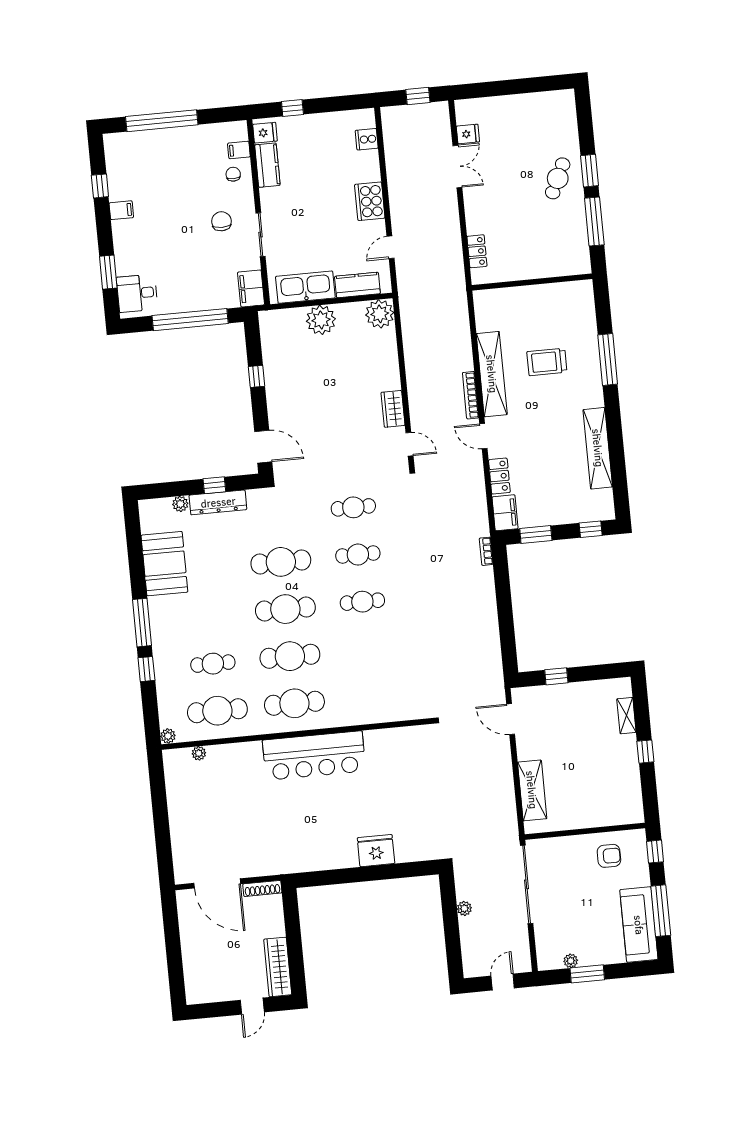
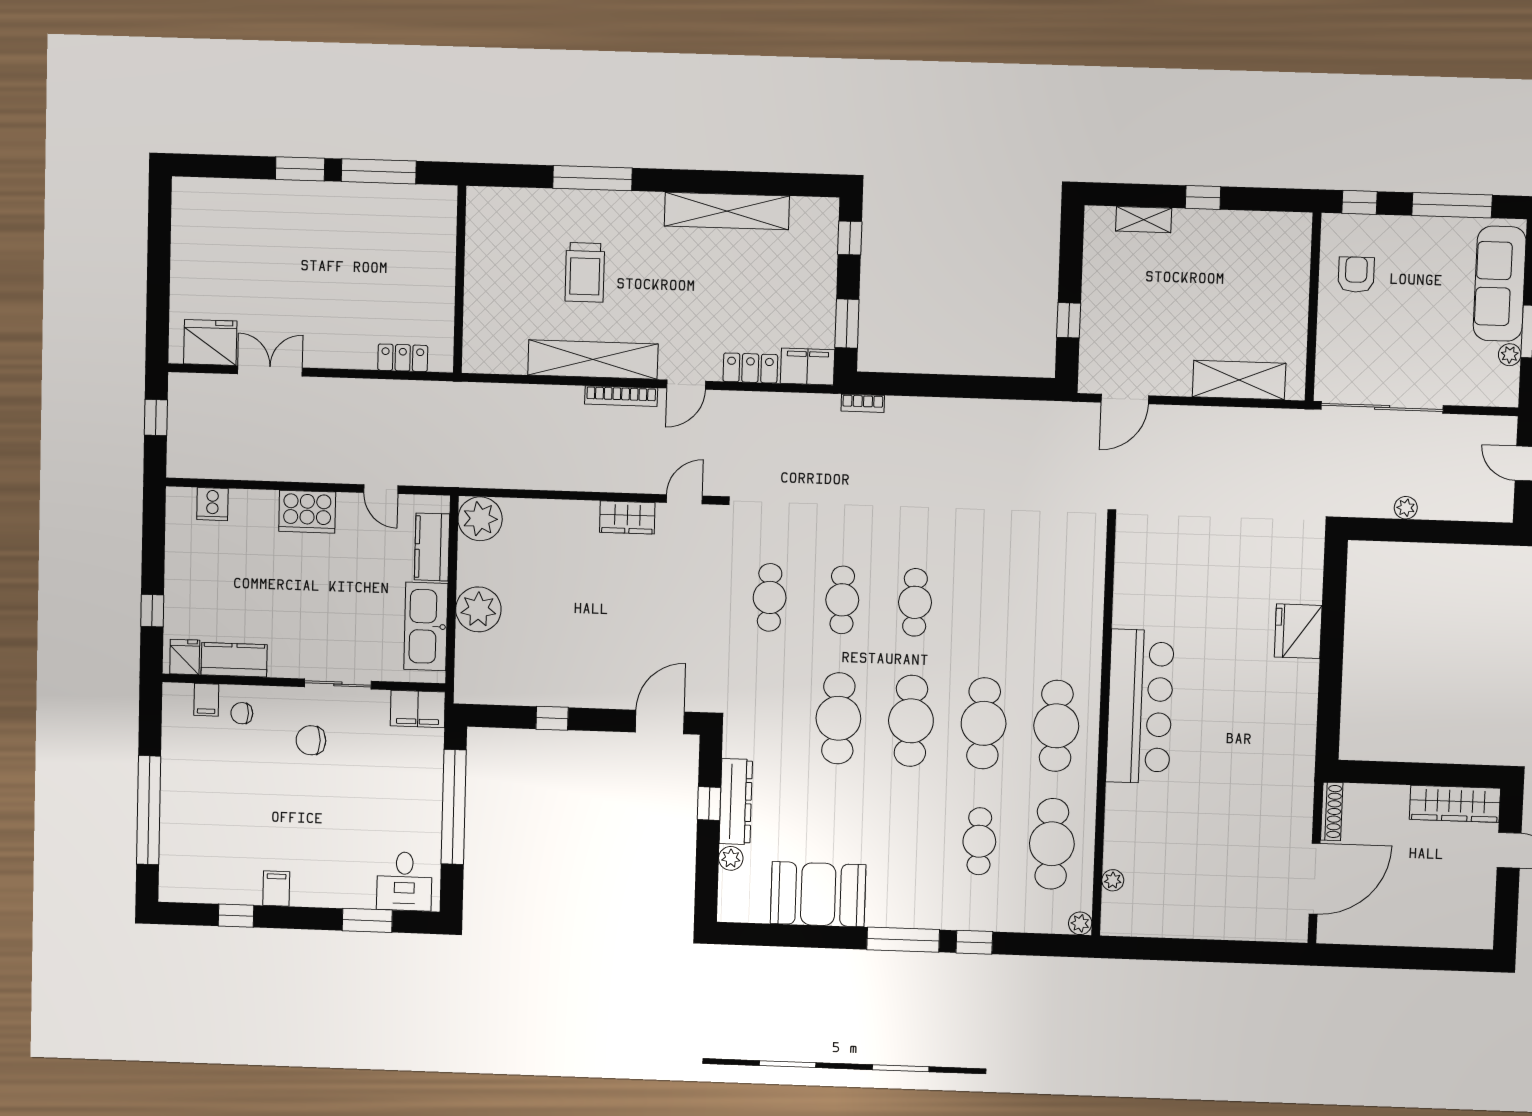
fridge: (468, 134) -> (210, 342), width x1.88, depth x1.34
cafe table: (558, 178) -> (306, 219), removed
sofa: (639, 925) -> (1500, 284), moved, turned 90

